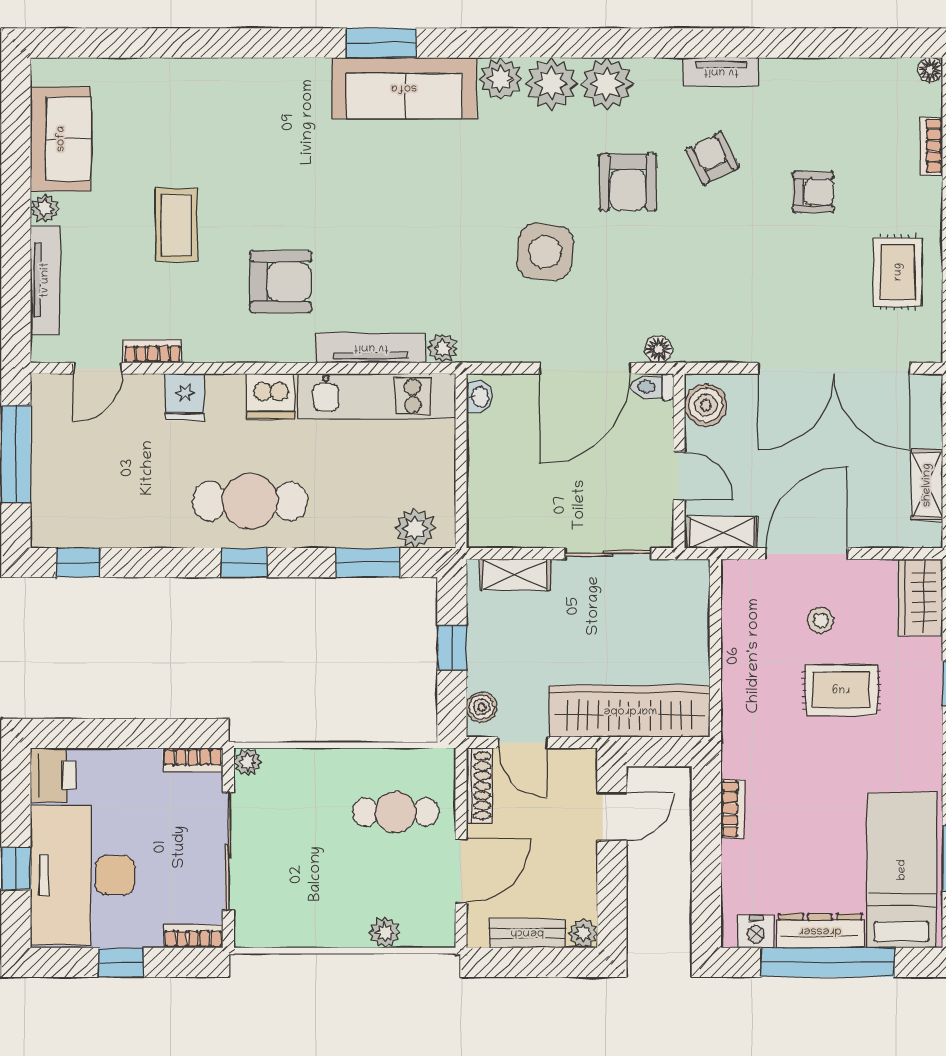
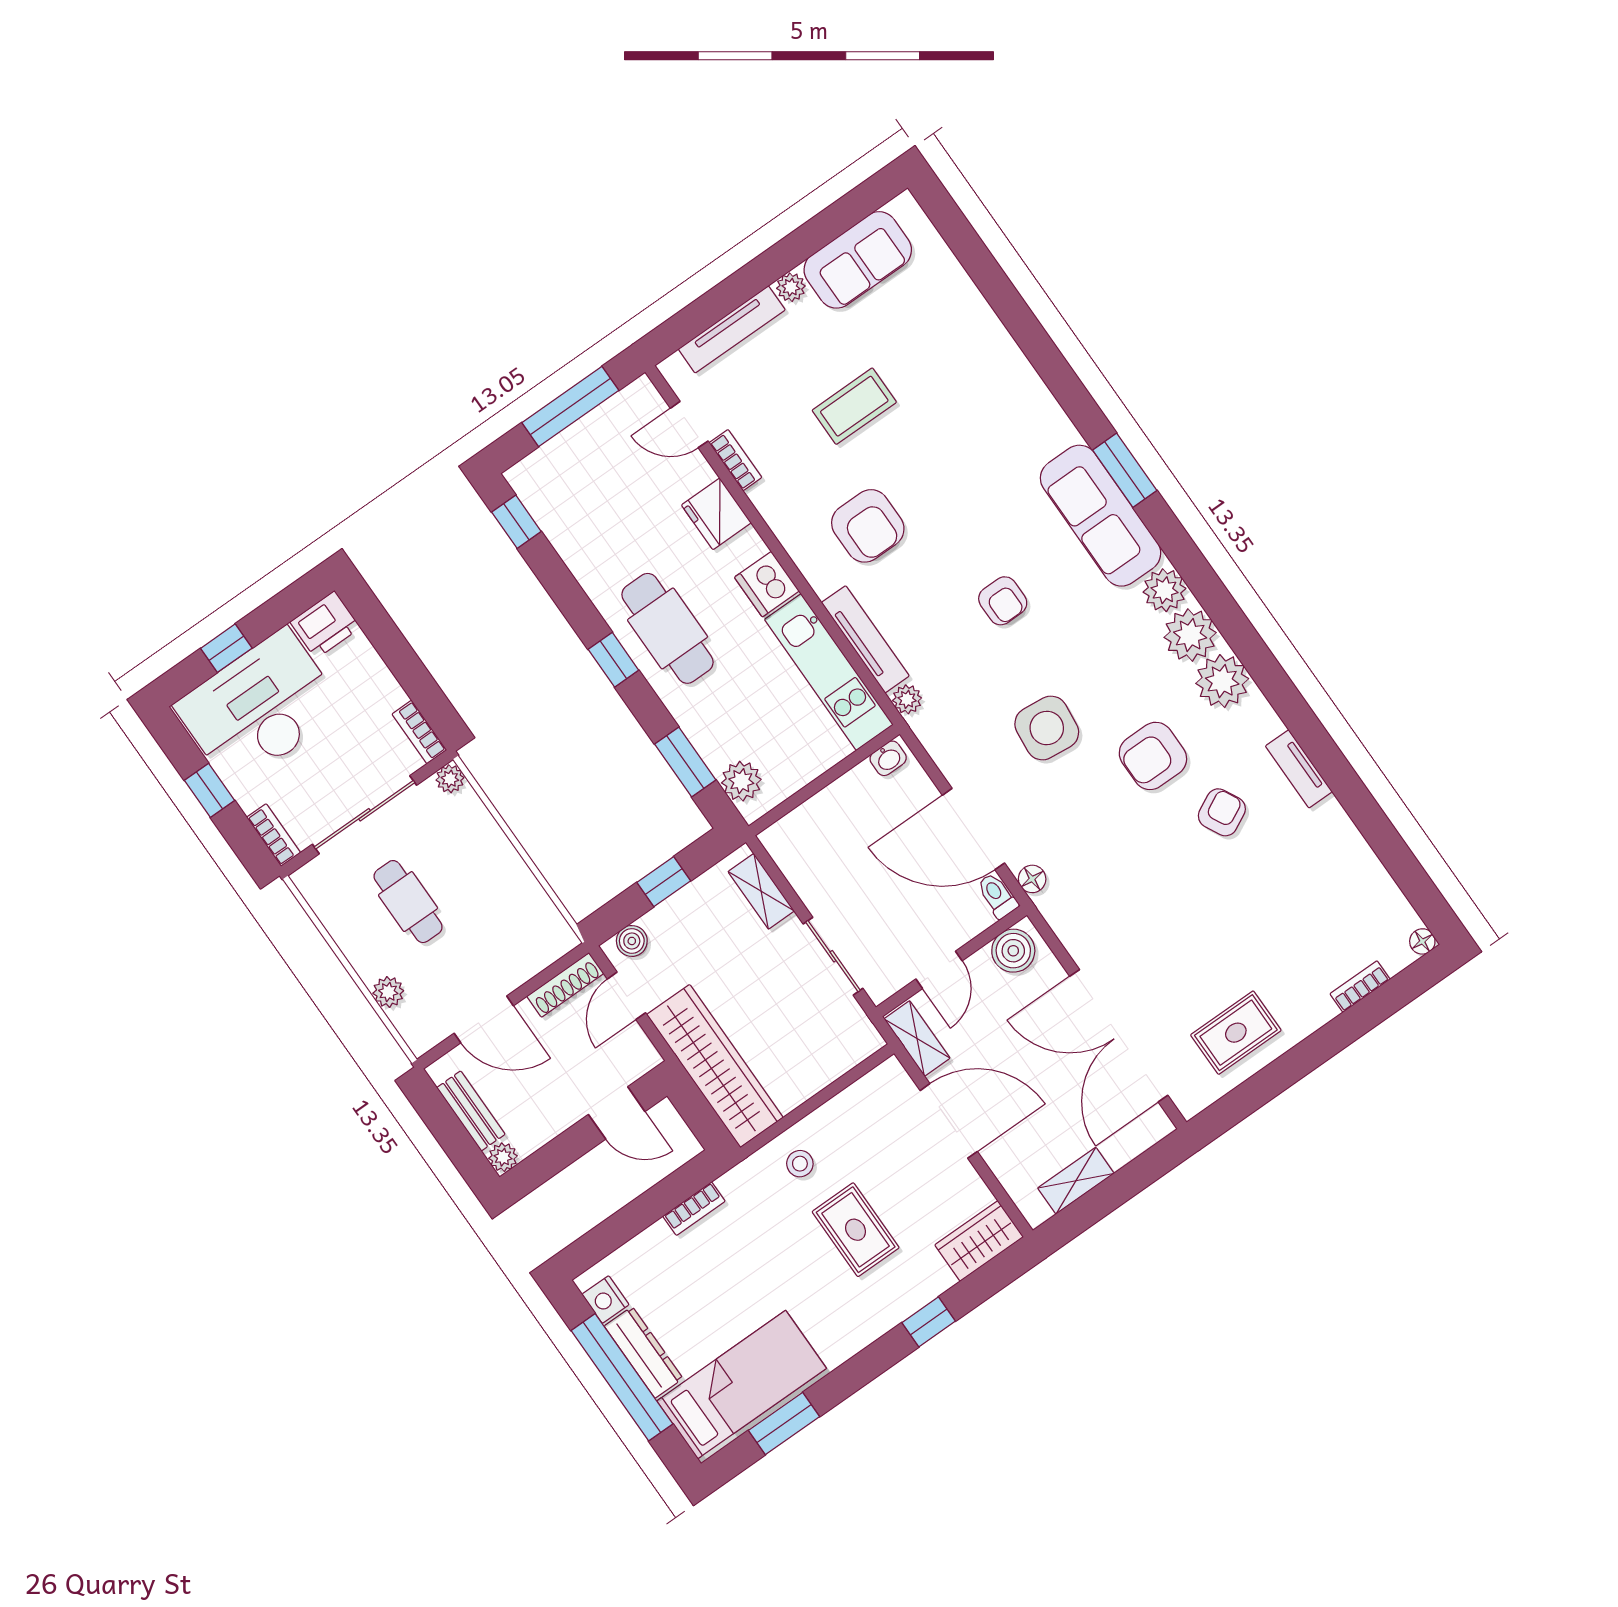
armchair: (813, 192) -> (1003, 601), moved
fridge: (185, 397) -> (716, 514), width x1.38
stool: (821, 620) -> (800, 1164), moved
cafe table: (396, 812) -> (408, 902), moved

